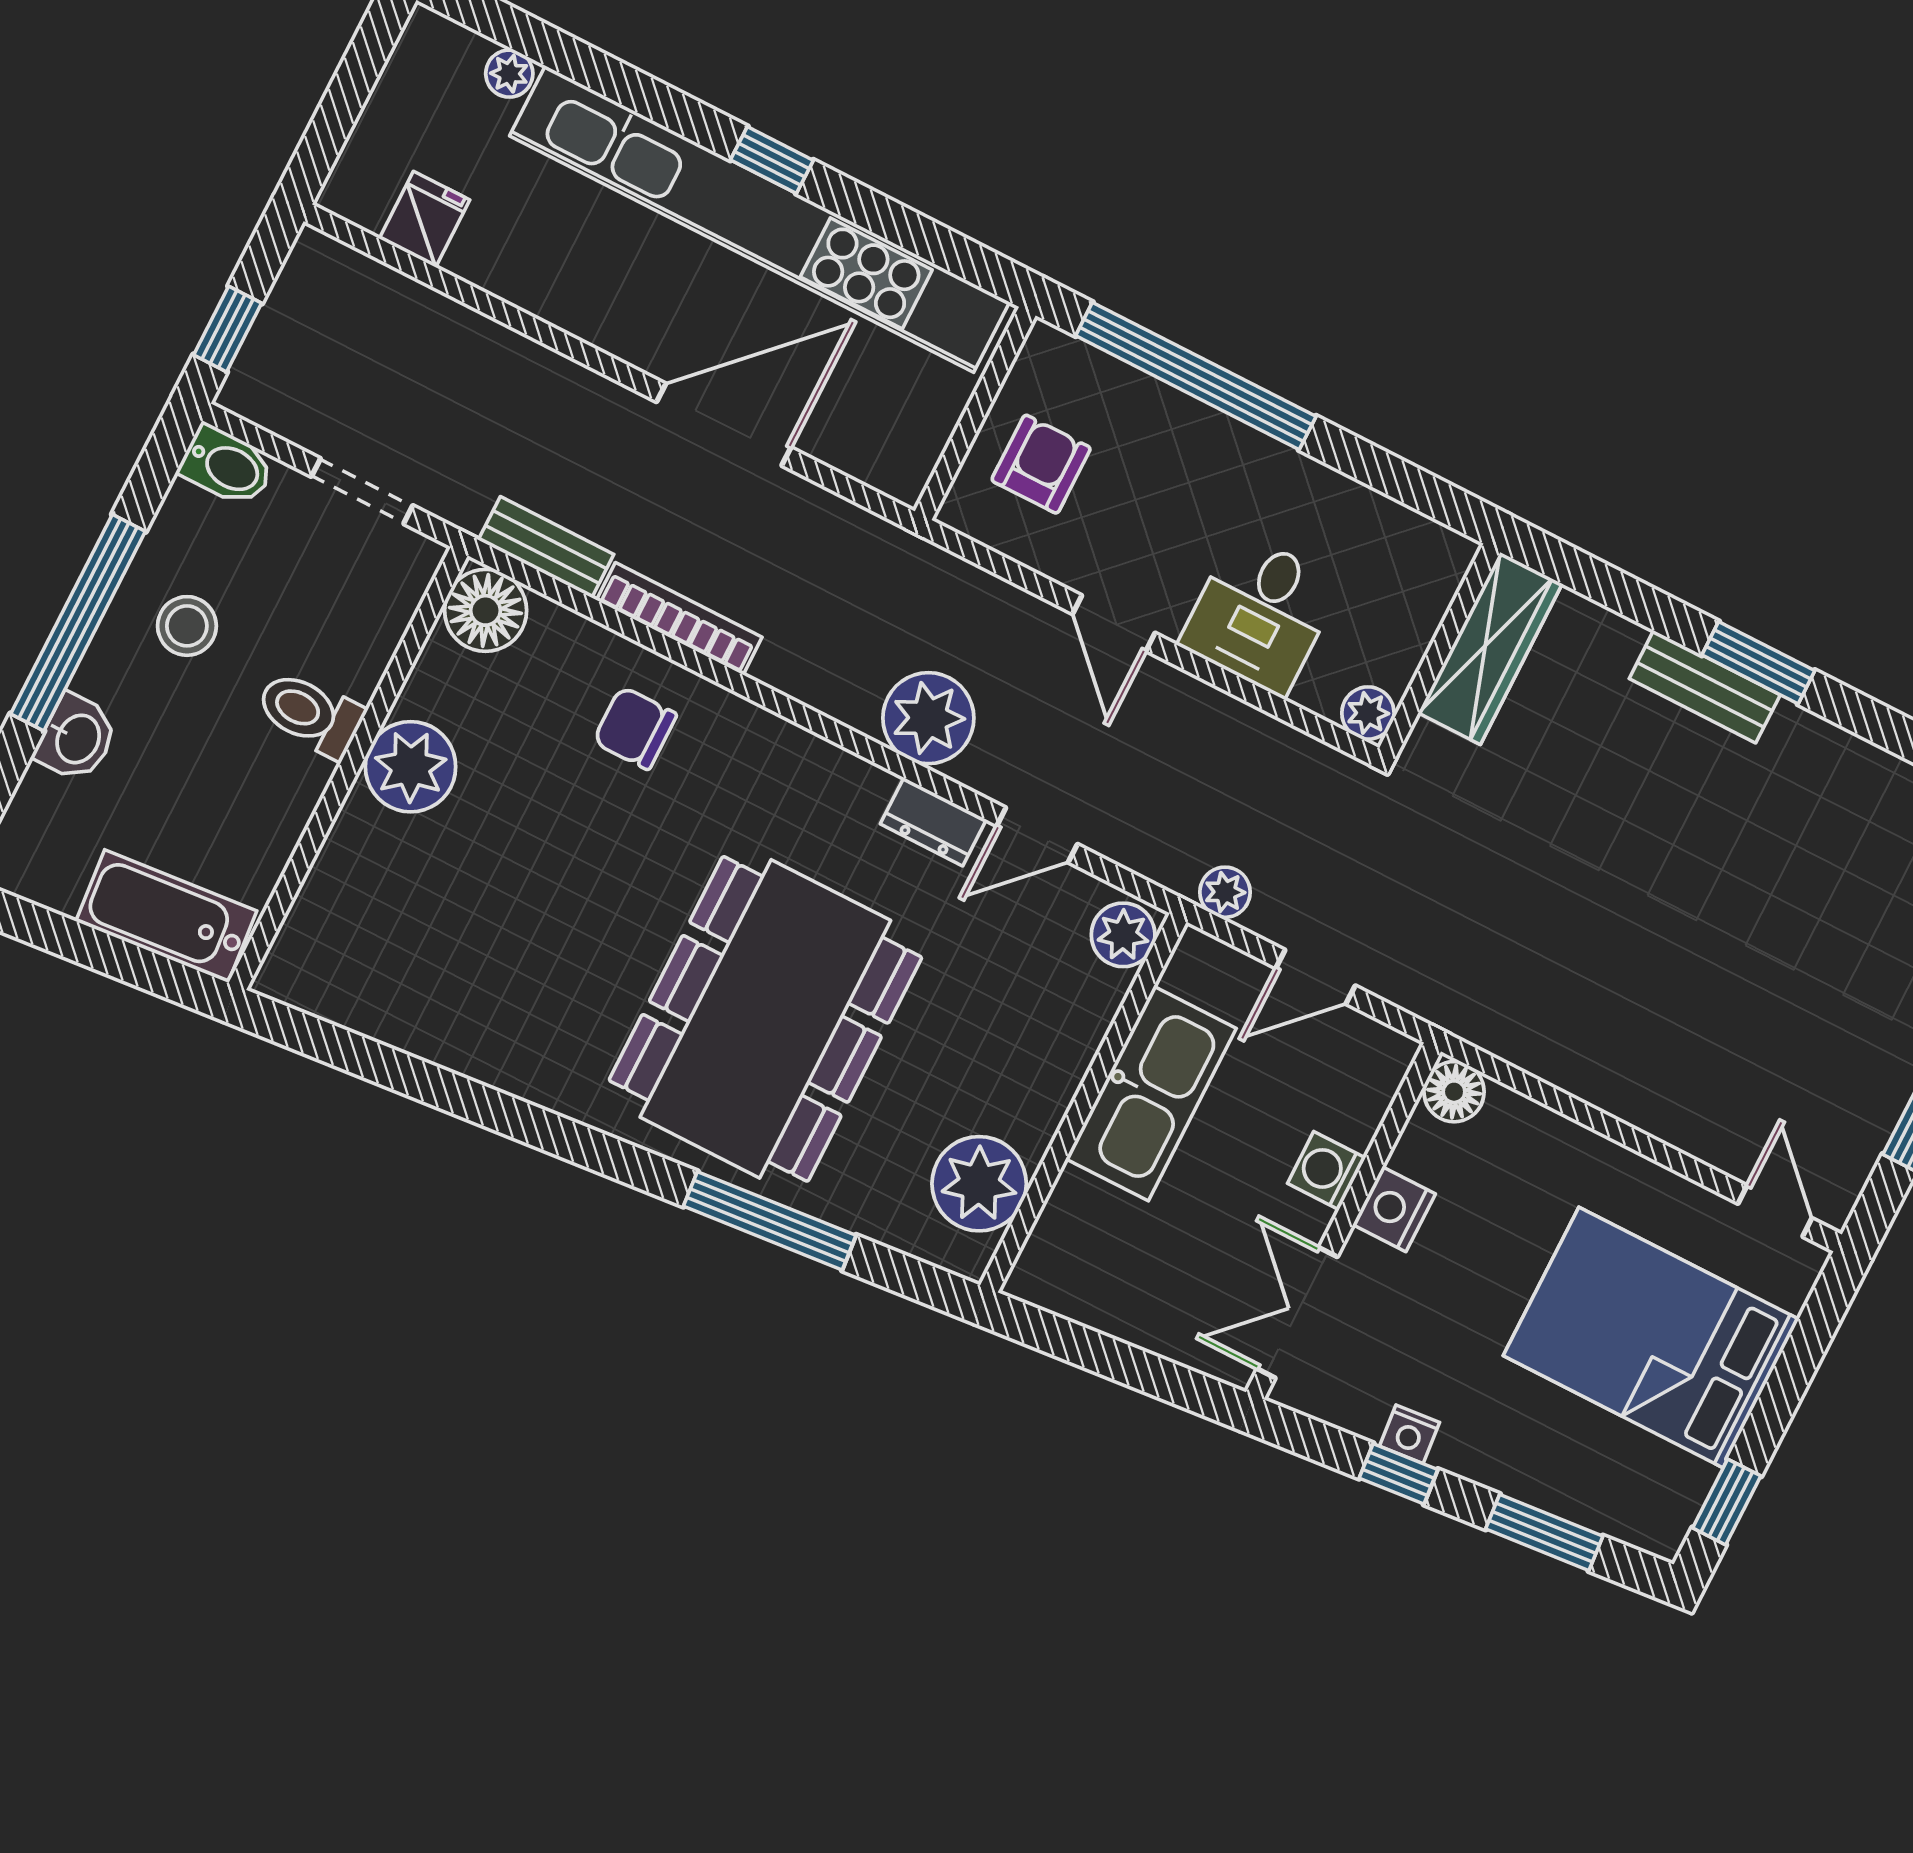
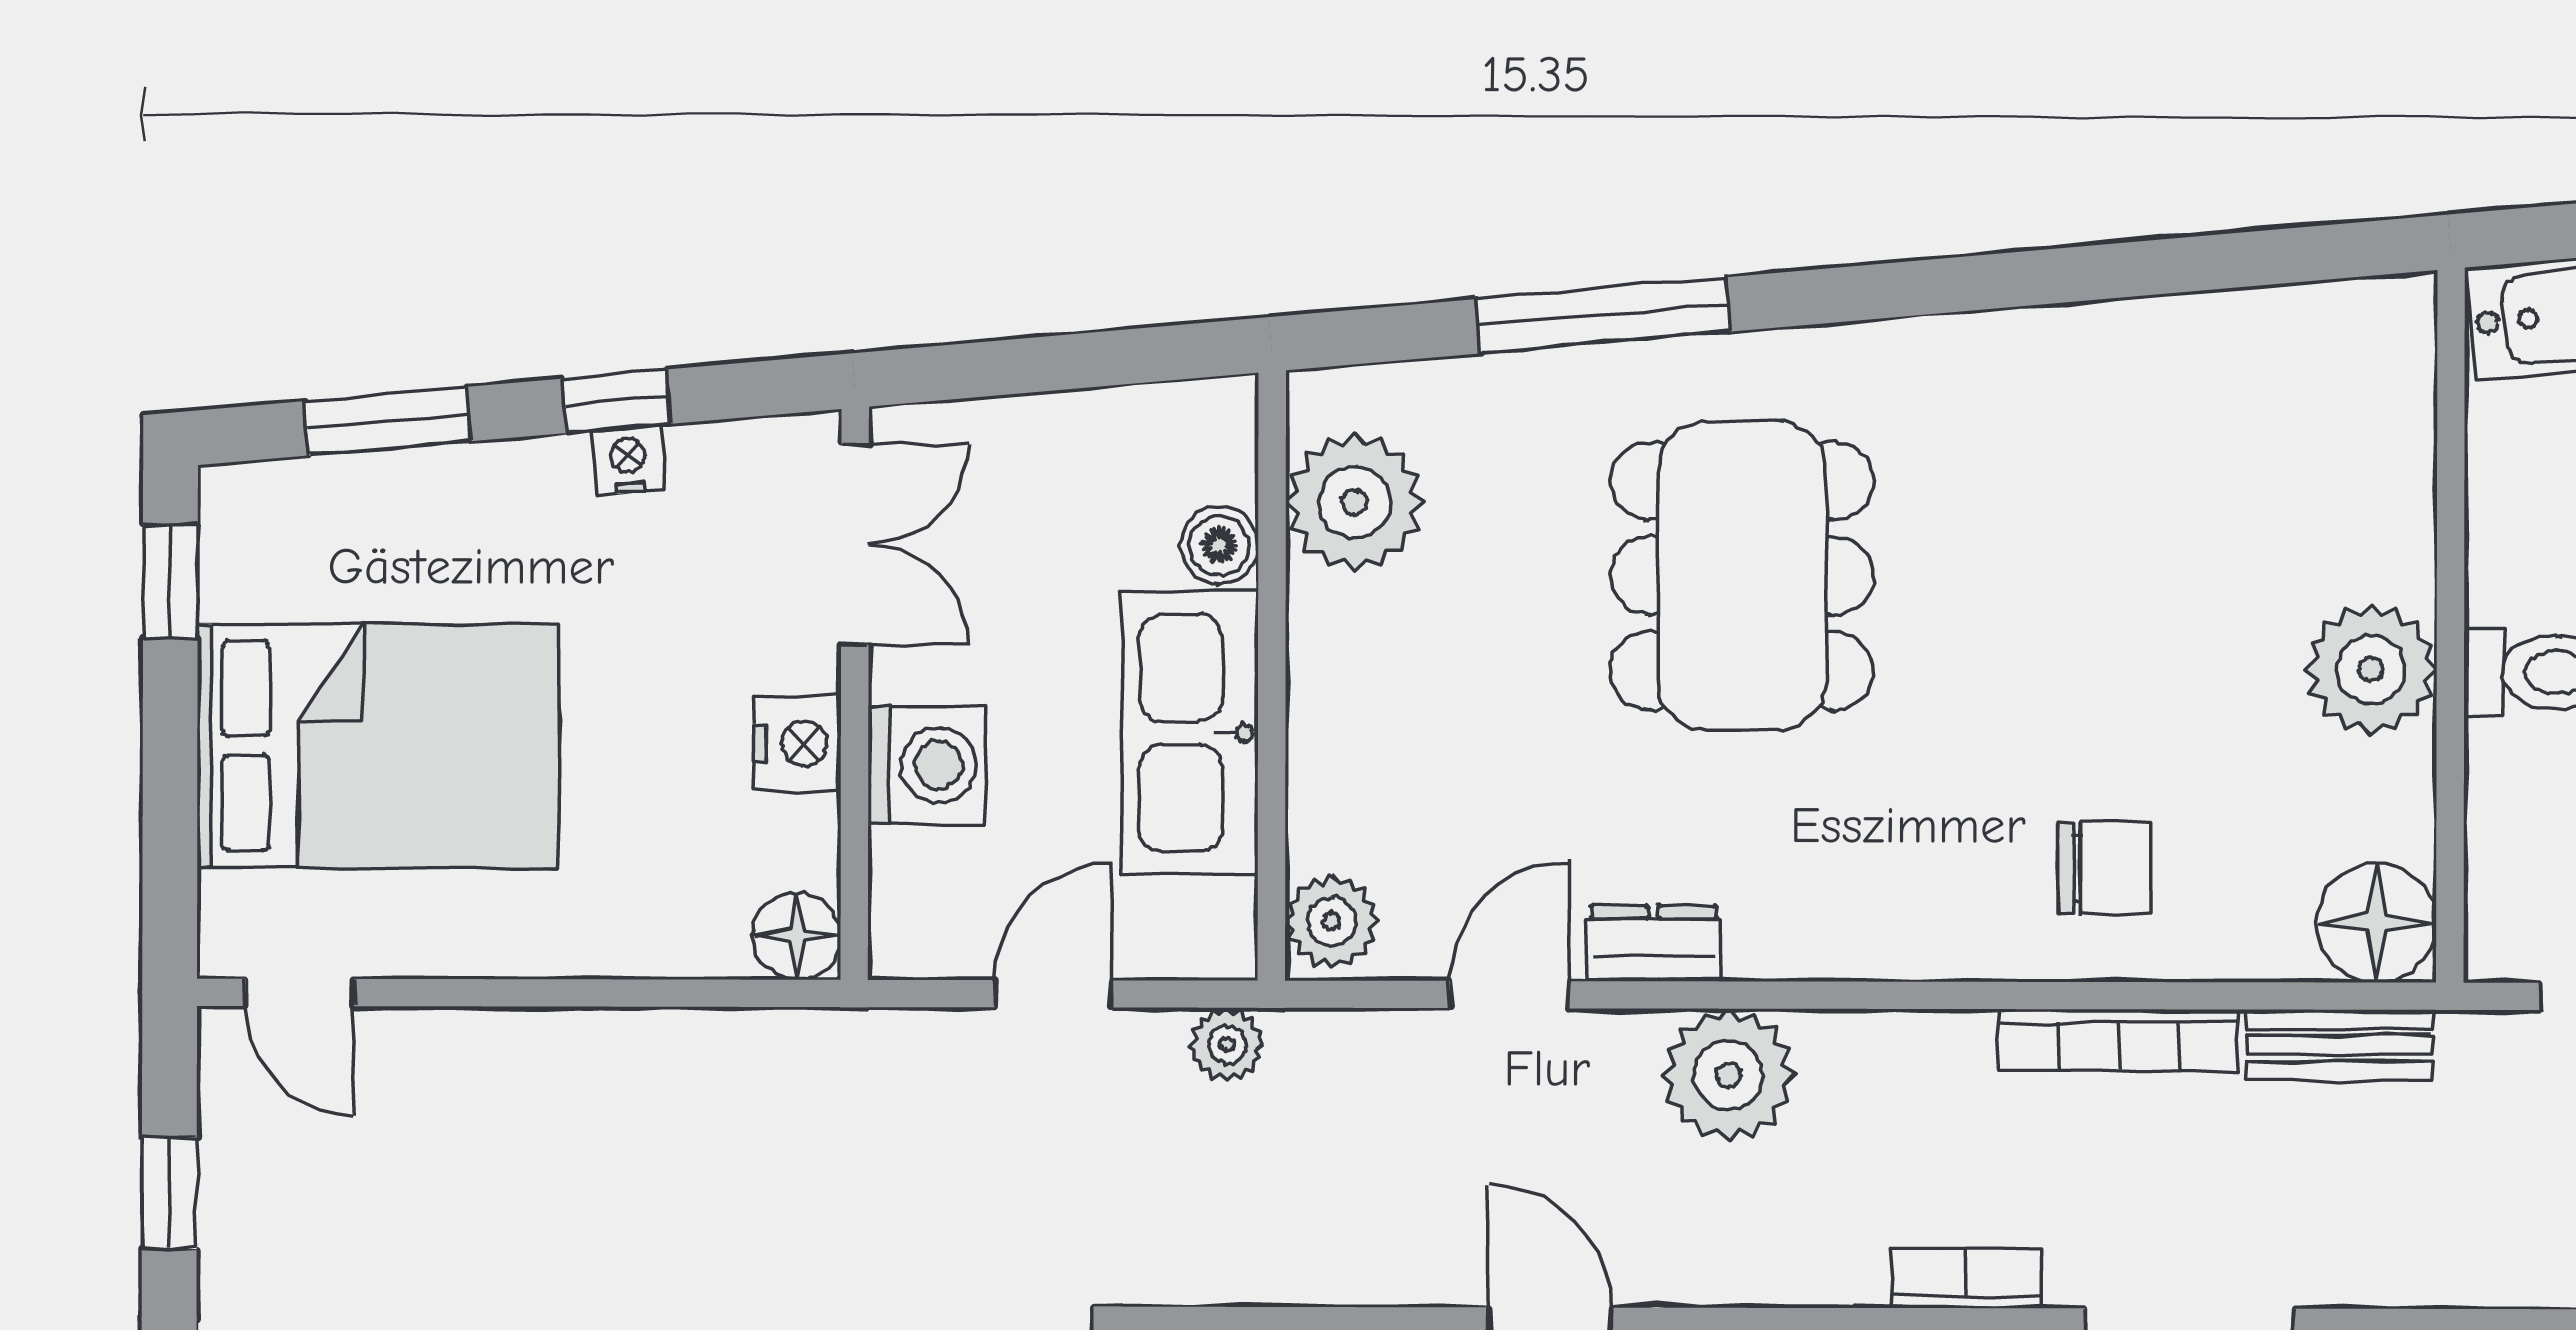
bookcase: (846, 521) -> (1966, 1278), added
dining table: (765, 1019) -> (1742, 576), width x0.73, depth x0.80
washing machine: (1326, 1171) -> (927, 765), width x1.38, depth x1.38
boiler: (1075, 1199) -> (1219, 545), added

